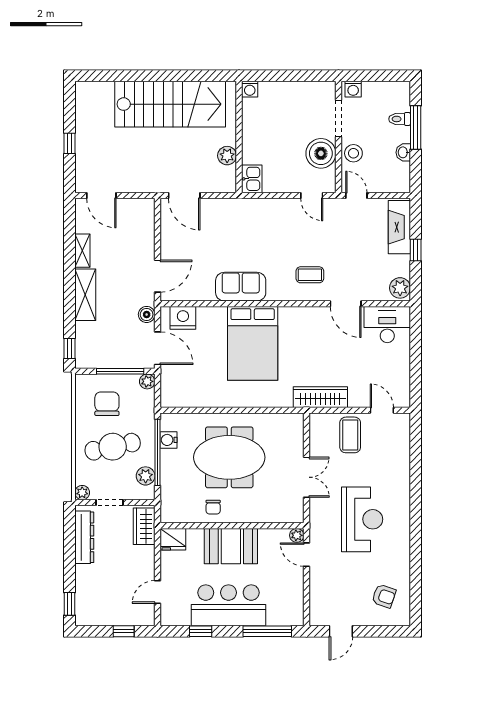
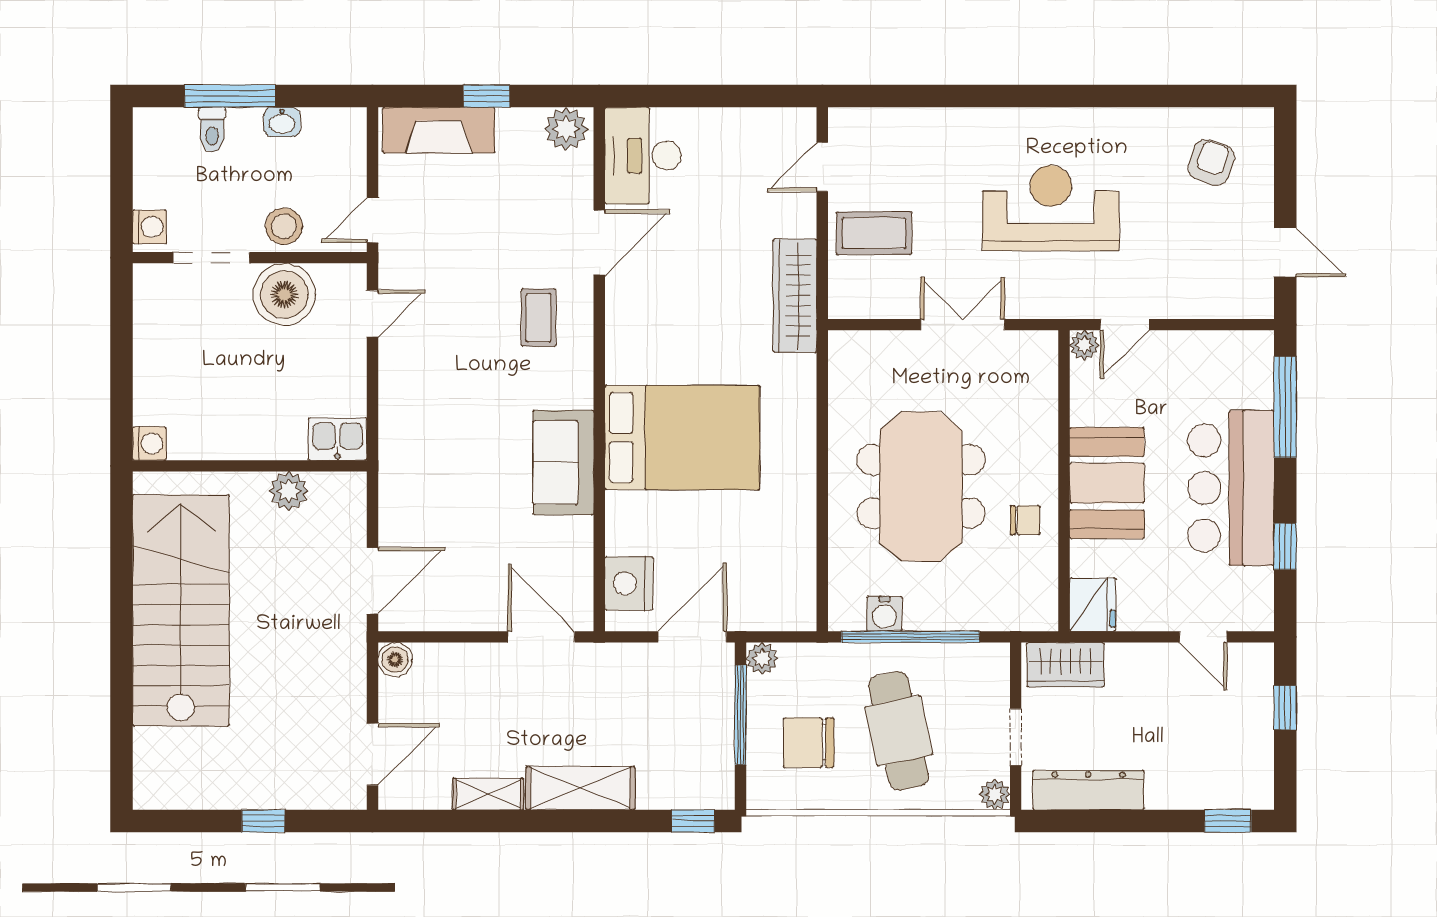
boiler: (147, 314) -> (395, 660), moved
plant: (146, 476) -> (960, 662), removed

